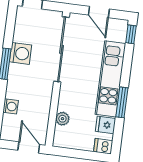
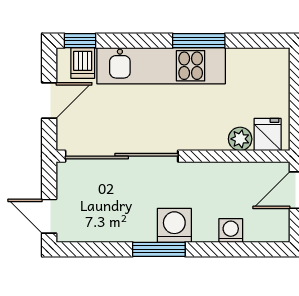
washing machine: (21, 53) -> (174, 225), moved
fridge: (106, 125) -> (268, 135), moved, turned 180
dishwasher: (103, 146) -> (83, 63), moved

